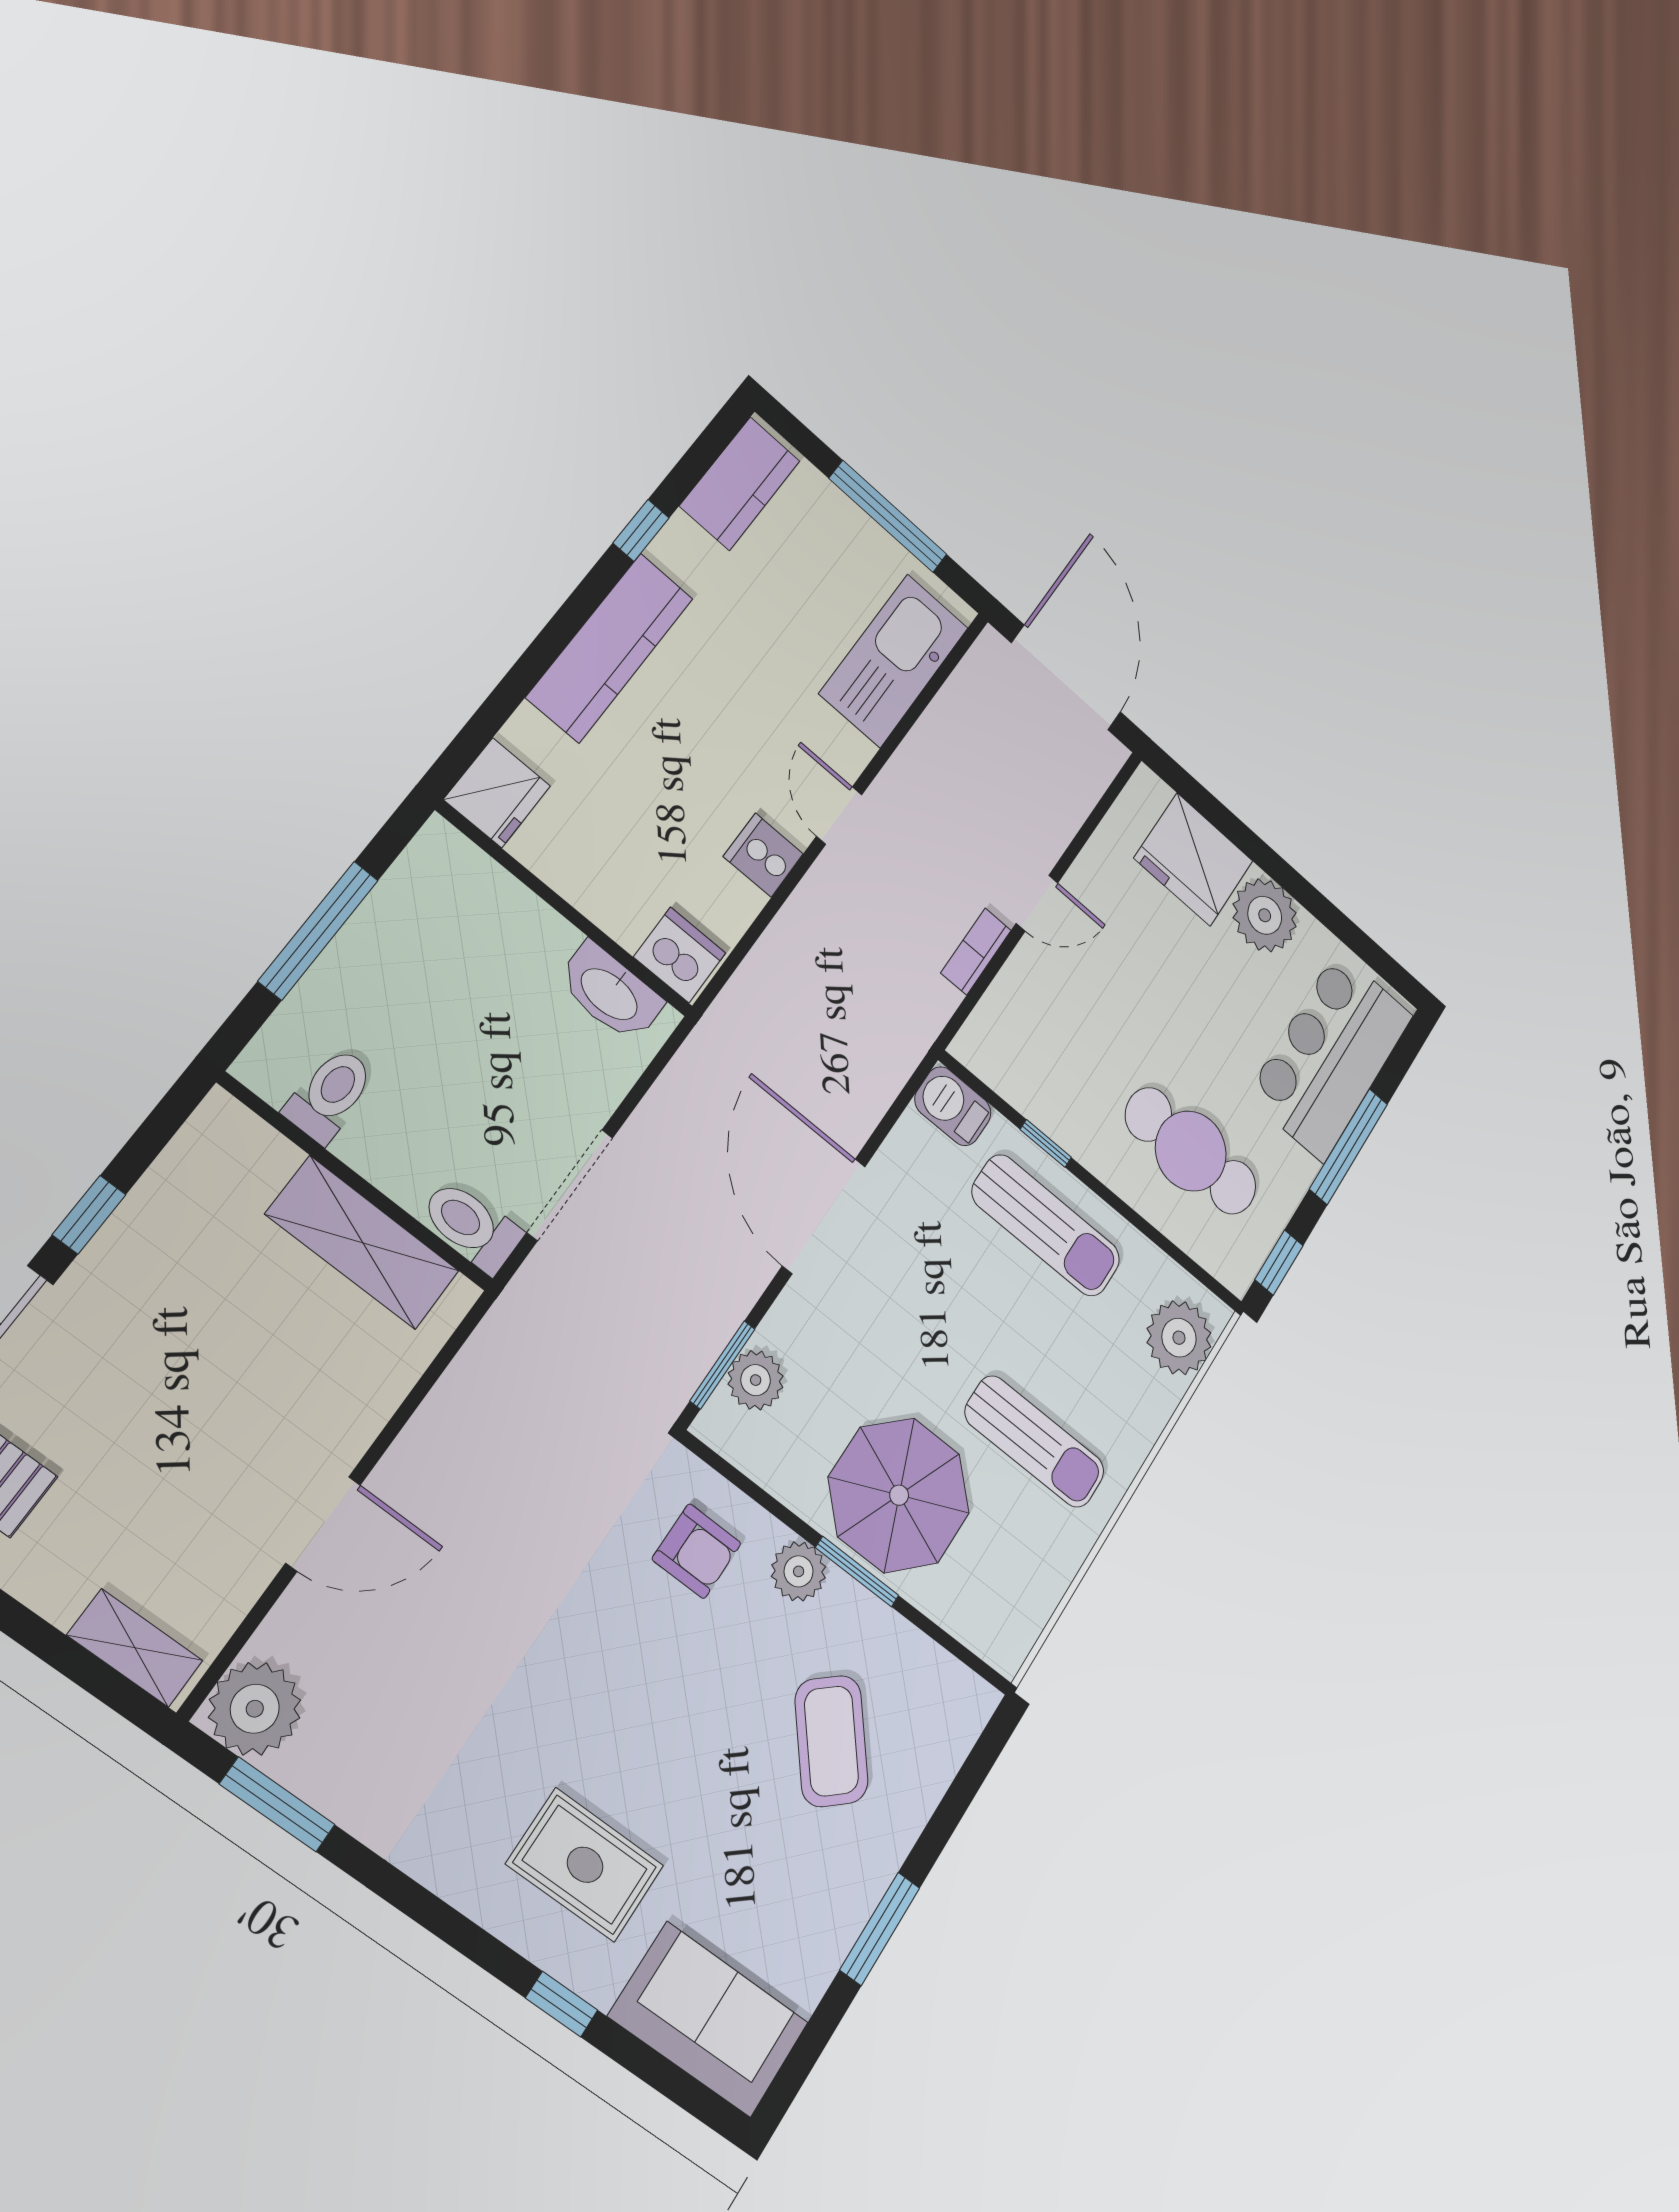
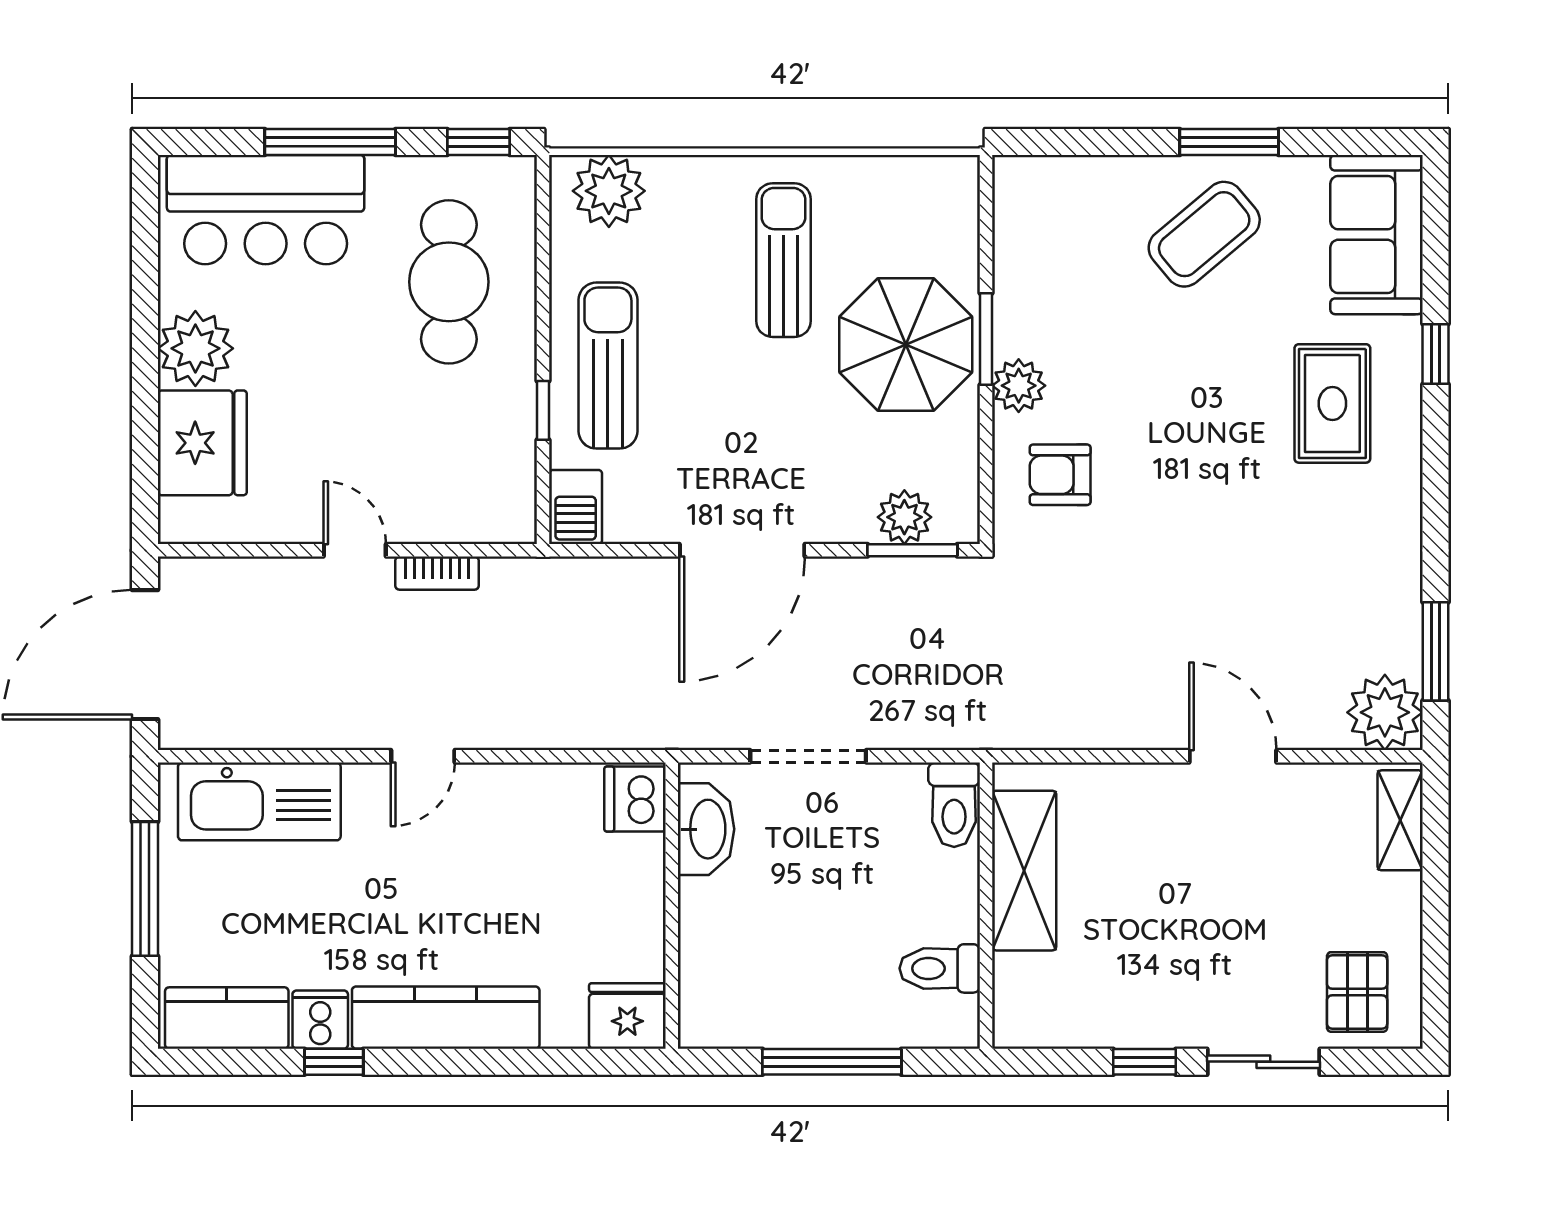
cooker: (763, 855) -> (320, 1020), moved, turned 180
doorway: (570, 1185) -> (808, 756), moved
armchair: (697, 1551) -> (1060, 475), turned -90
coffee table: (831, 1741) -> (1204, 234), moved

